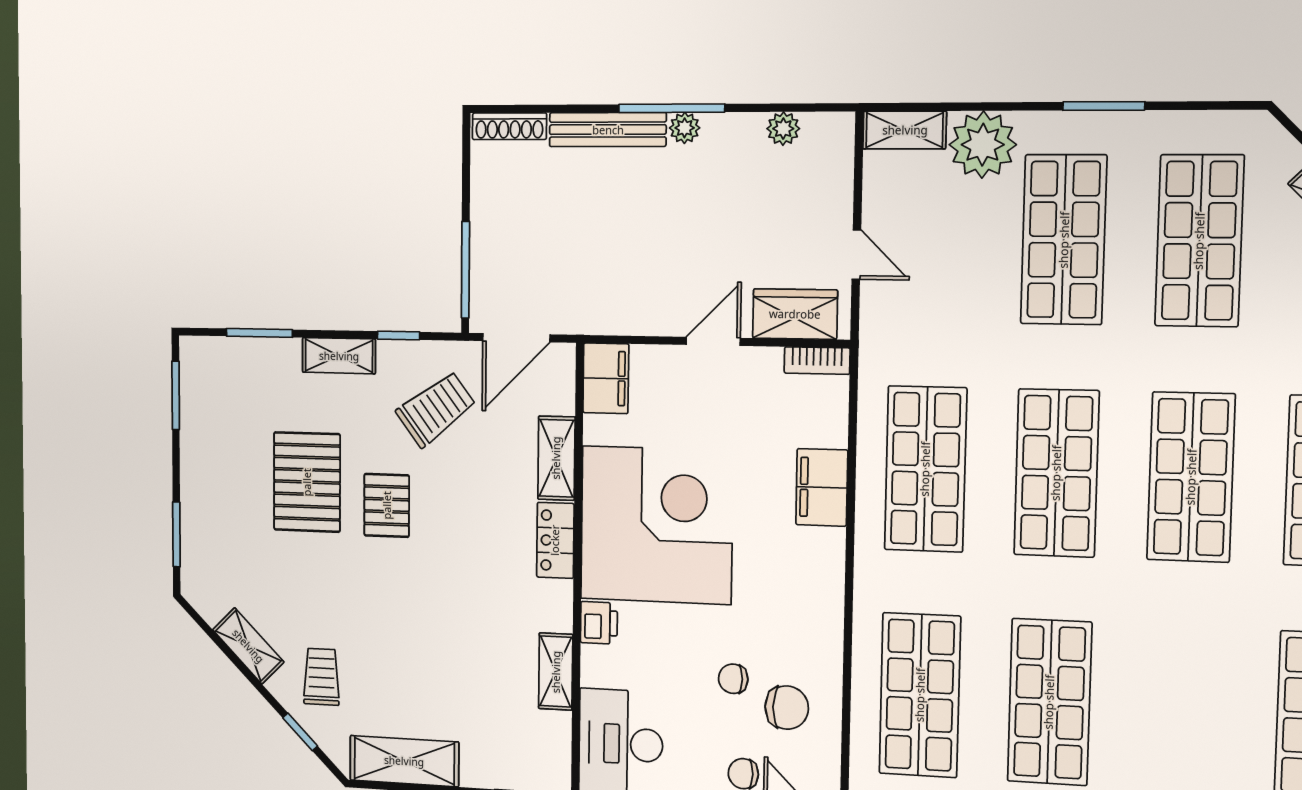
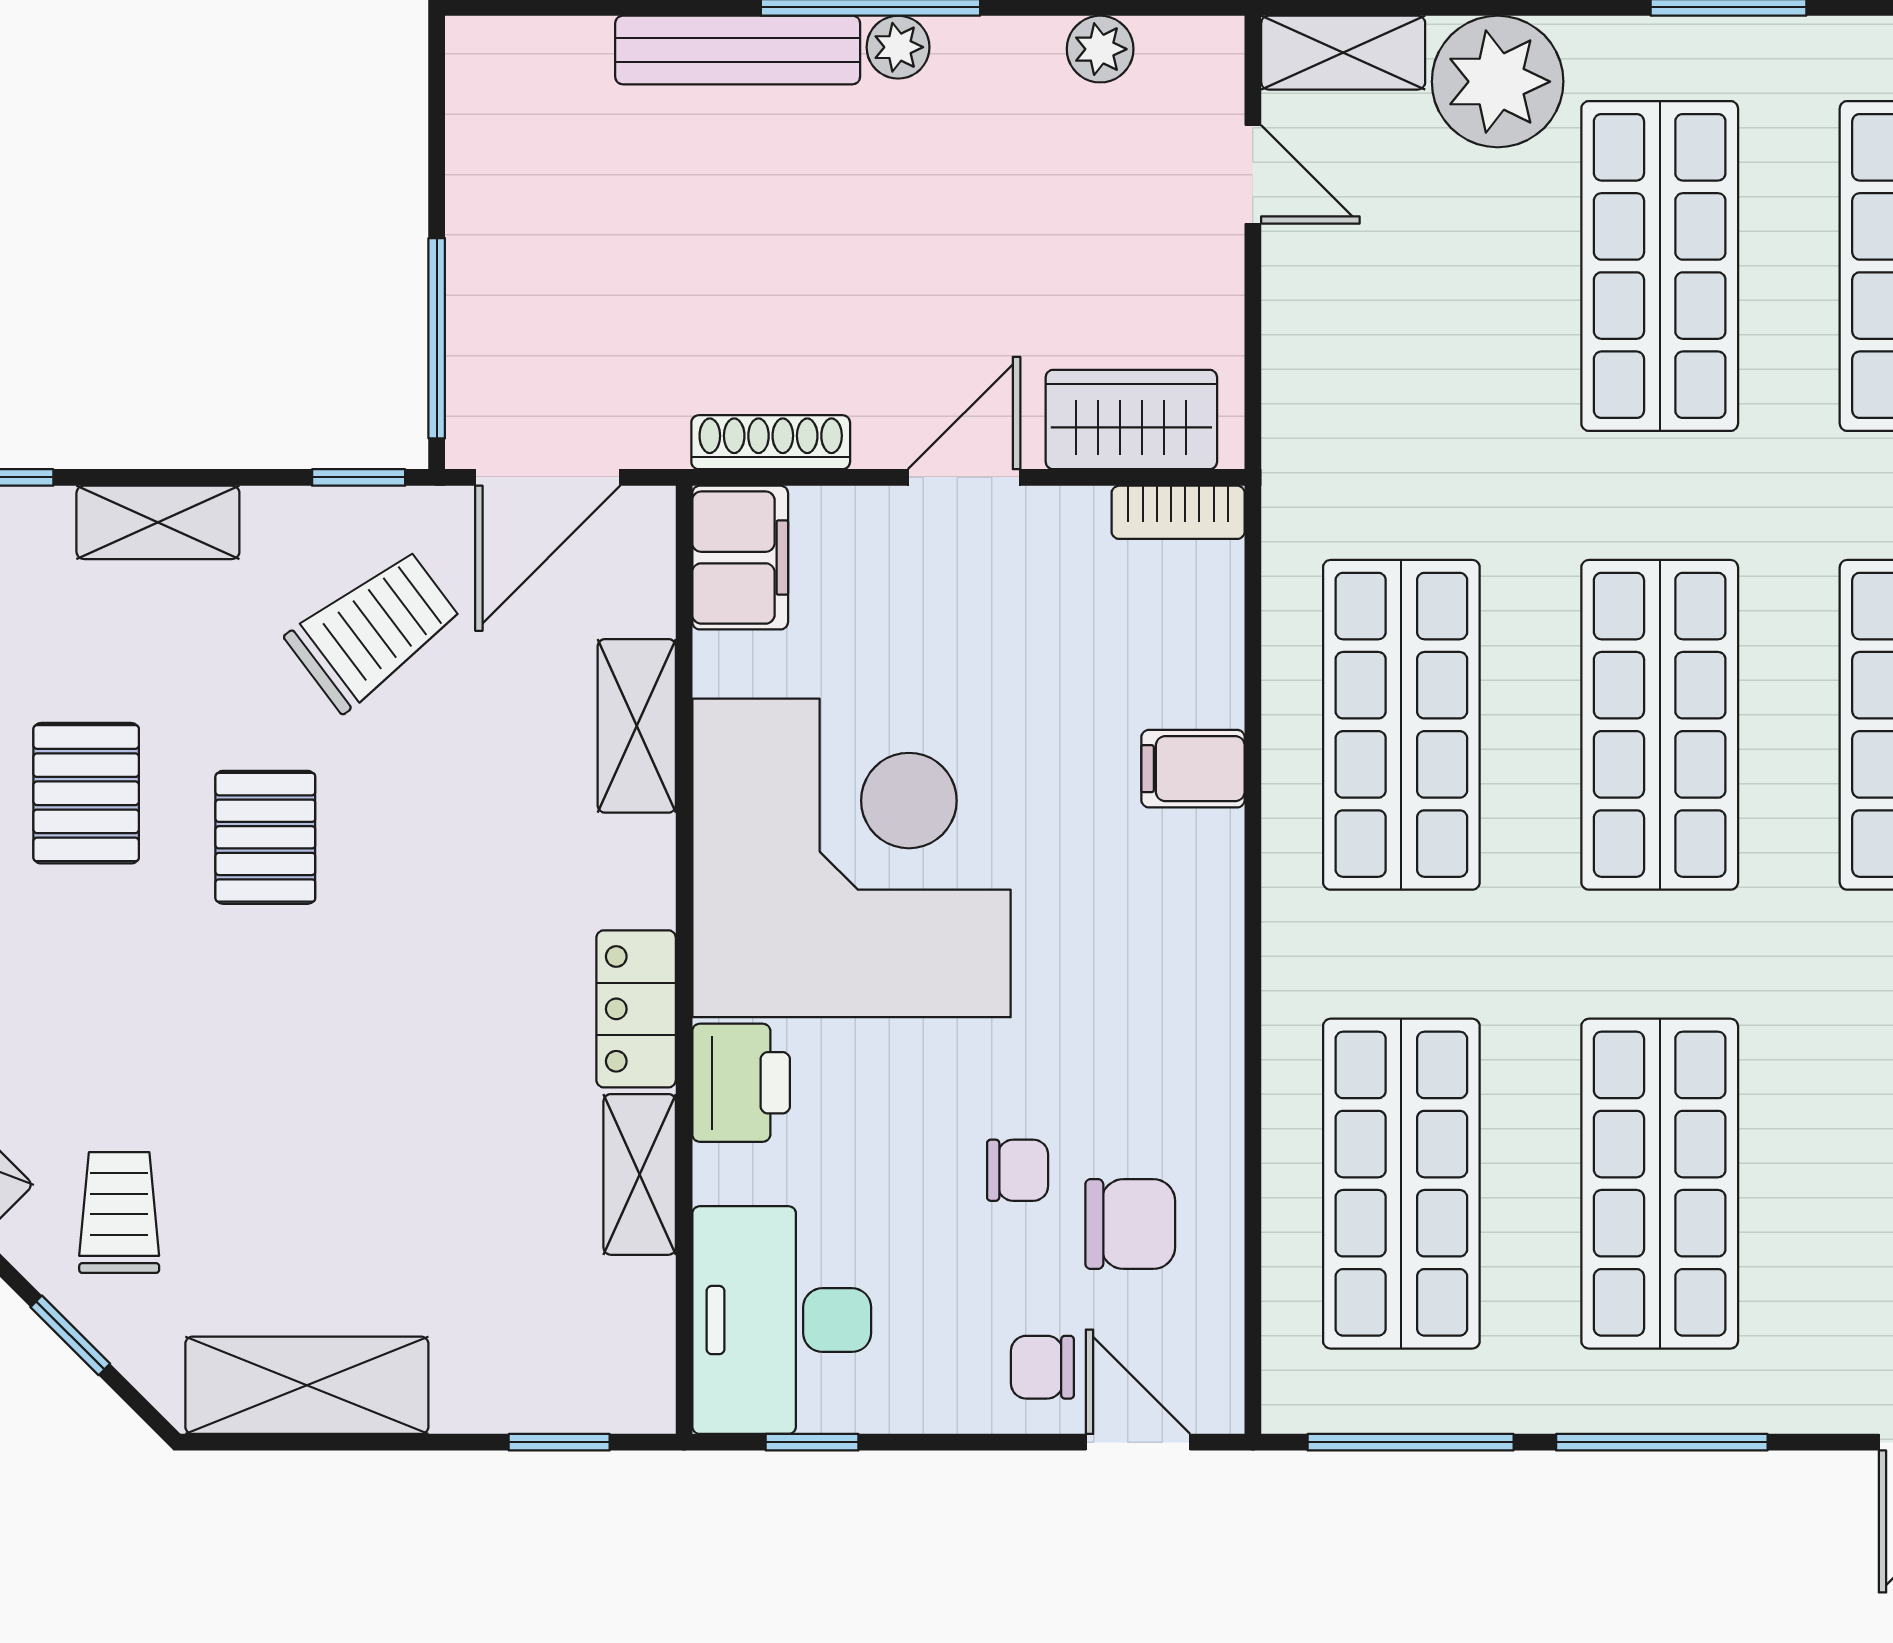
shoe rack: (509, 126) -> (771, 442), moved, turned 180
door: (856, 255) -> (1253, 174), moved
window: (399, 336) -> (359, 477), moved
pallet: (307, 482) -> (86, 793), width x0.67, depth x0.71
filing cabinet: (822, 487) -> (1193, 769), width x0.50
locker: (555, 540) -> (636, 1009), moved
printer: (599, 623) -> (741, 1083), width x1.36, depth x1.24
chair: (733, 679) -> (1018, 1170), turned 180

